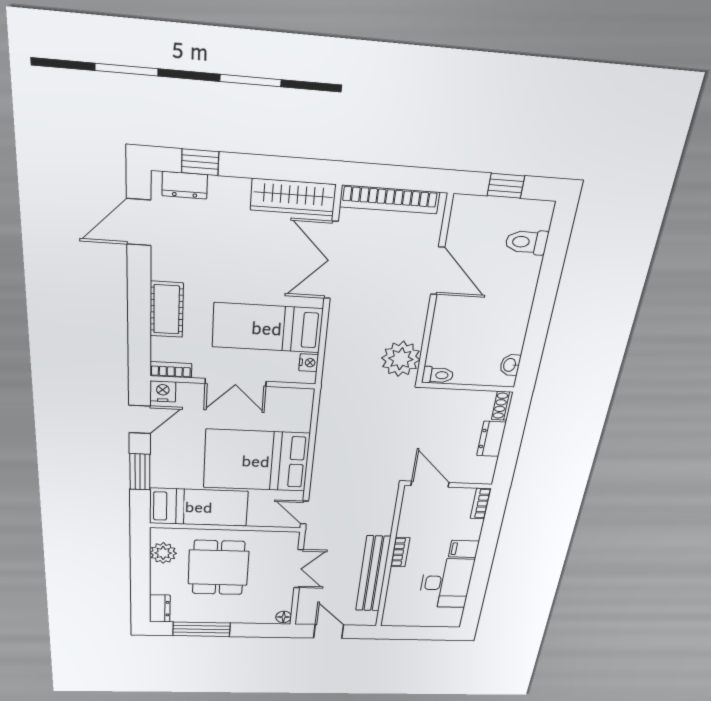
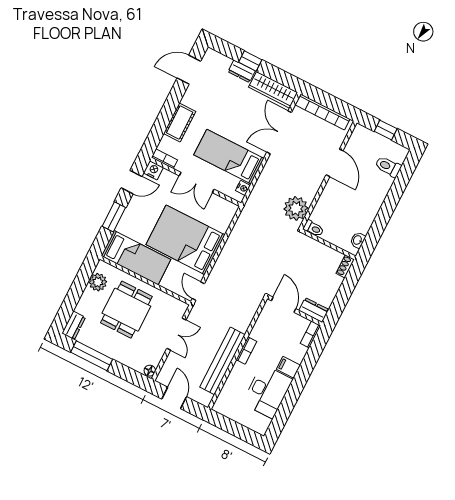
window: (200, 162) -> (250, 61), moved
dresser: (185, 185) -> (242, 71), moved
dresser: (491, 439) -> (314, 310), moved, turned 90

